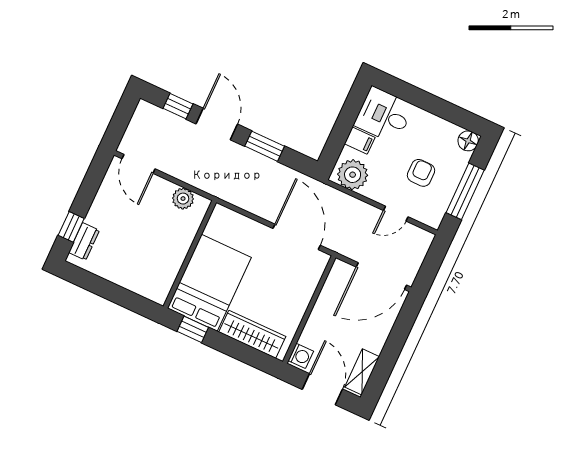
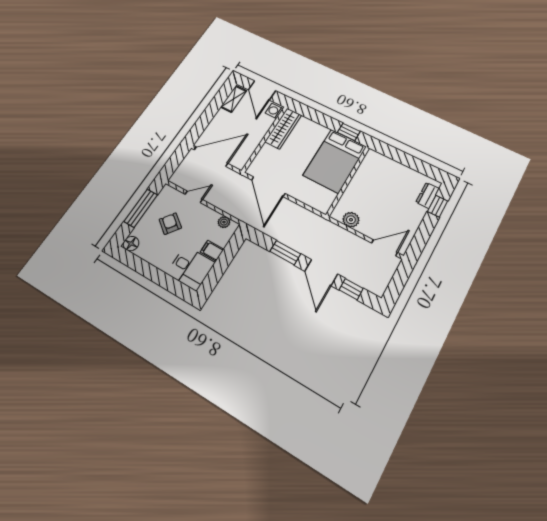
door: (138, 164) -> (384, 248), hinge flipped
armchair: (421, 173) -> (170, 224), turned 127
plant: (353, 175) -> (224, 222), width x0.53, depth x0.53
wardrobe: (252, 334) -> (283, 128), moved, turned -90

